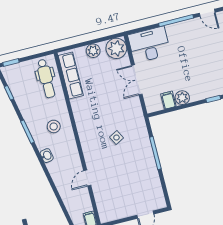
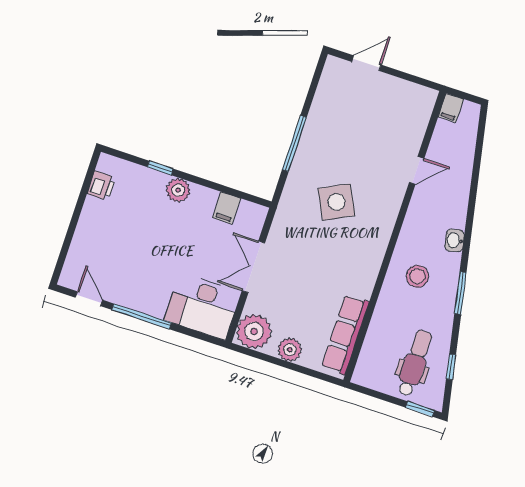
dental chair: (46, 79) -> (415, 363), moved
double door: (137, 80) -> (253, 267), swing flipped
plant: (182, 98) -> (178, 190), moved
side table: (116, 138) -> (337, 202), width x1.87, depth x1.87

